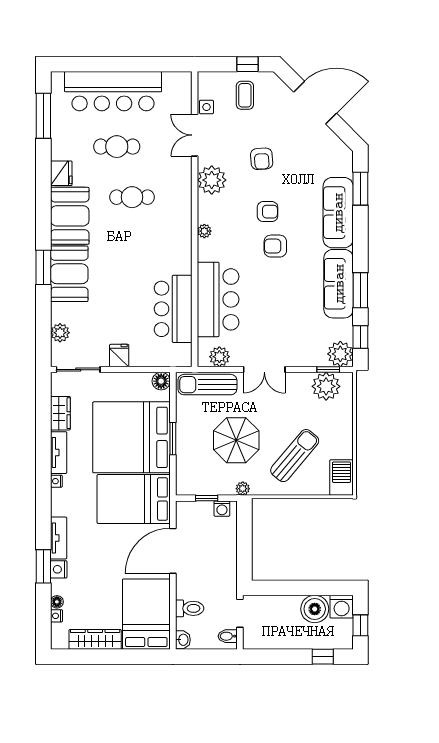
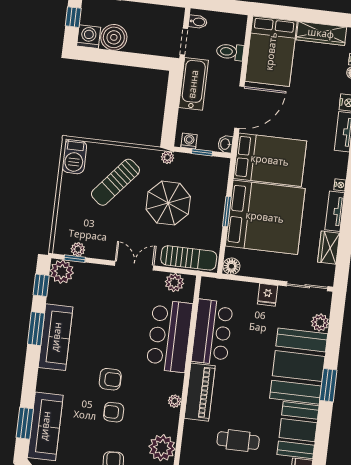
sofa: (338, 213) -> (45, 426), moved
piano: (179, 244) -> (200, 392), added
booth: (69, 274) -> (299, 366), width x1.36, depth x1.42
plant: (326, 386) -> (78, 249), width x0.53, depth x0.53
bathtub: (224, 570) -> (193, 84), added
washbasin: (183, 640) -> (225, 144), moved

